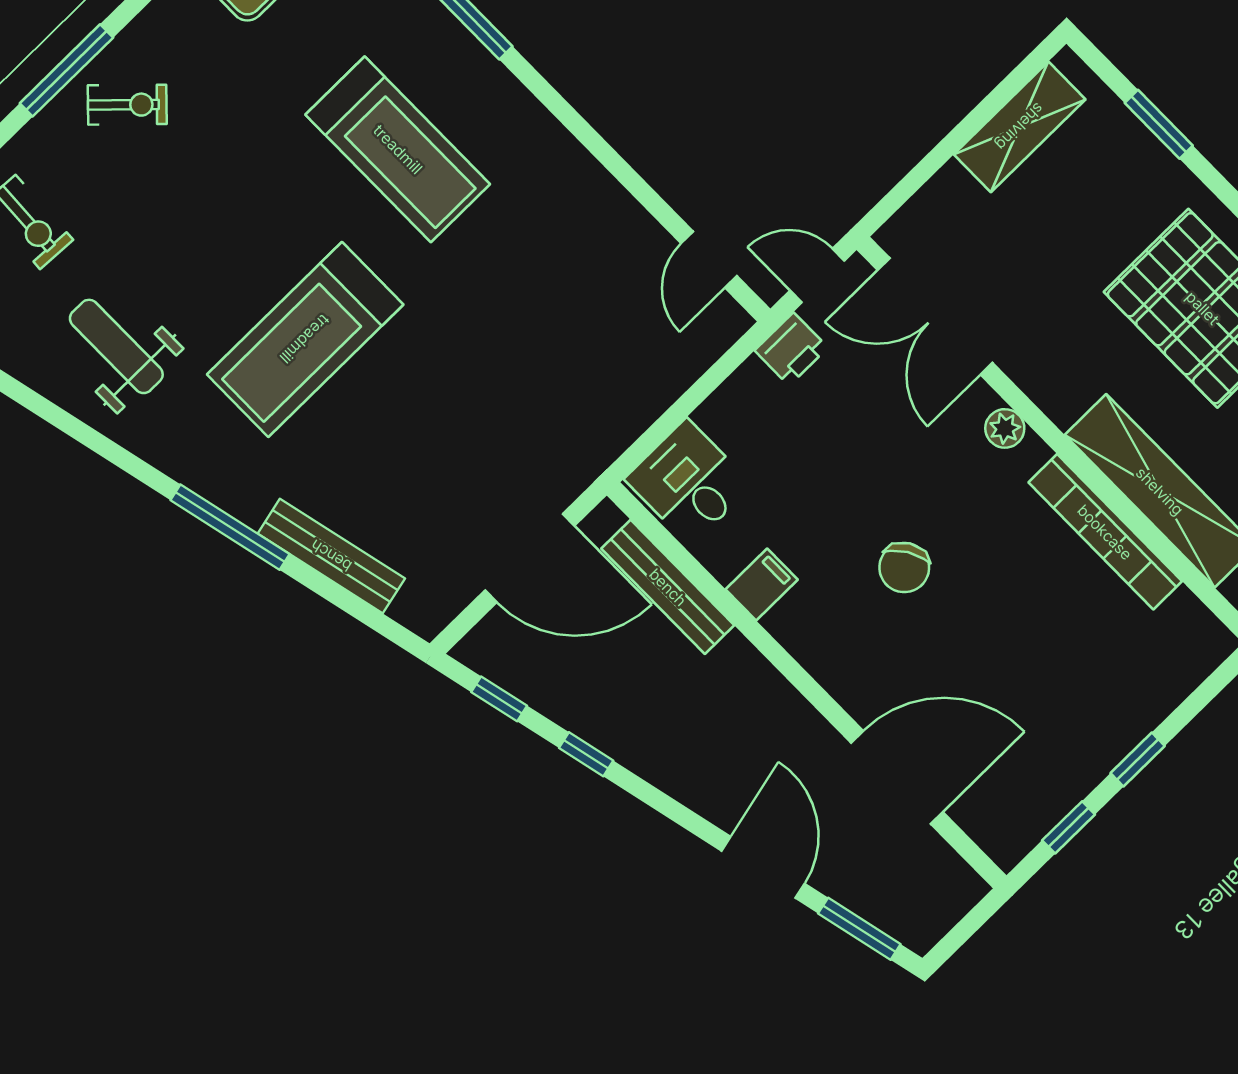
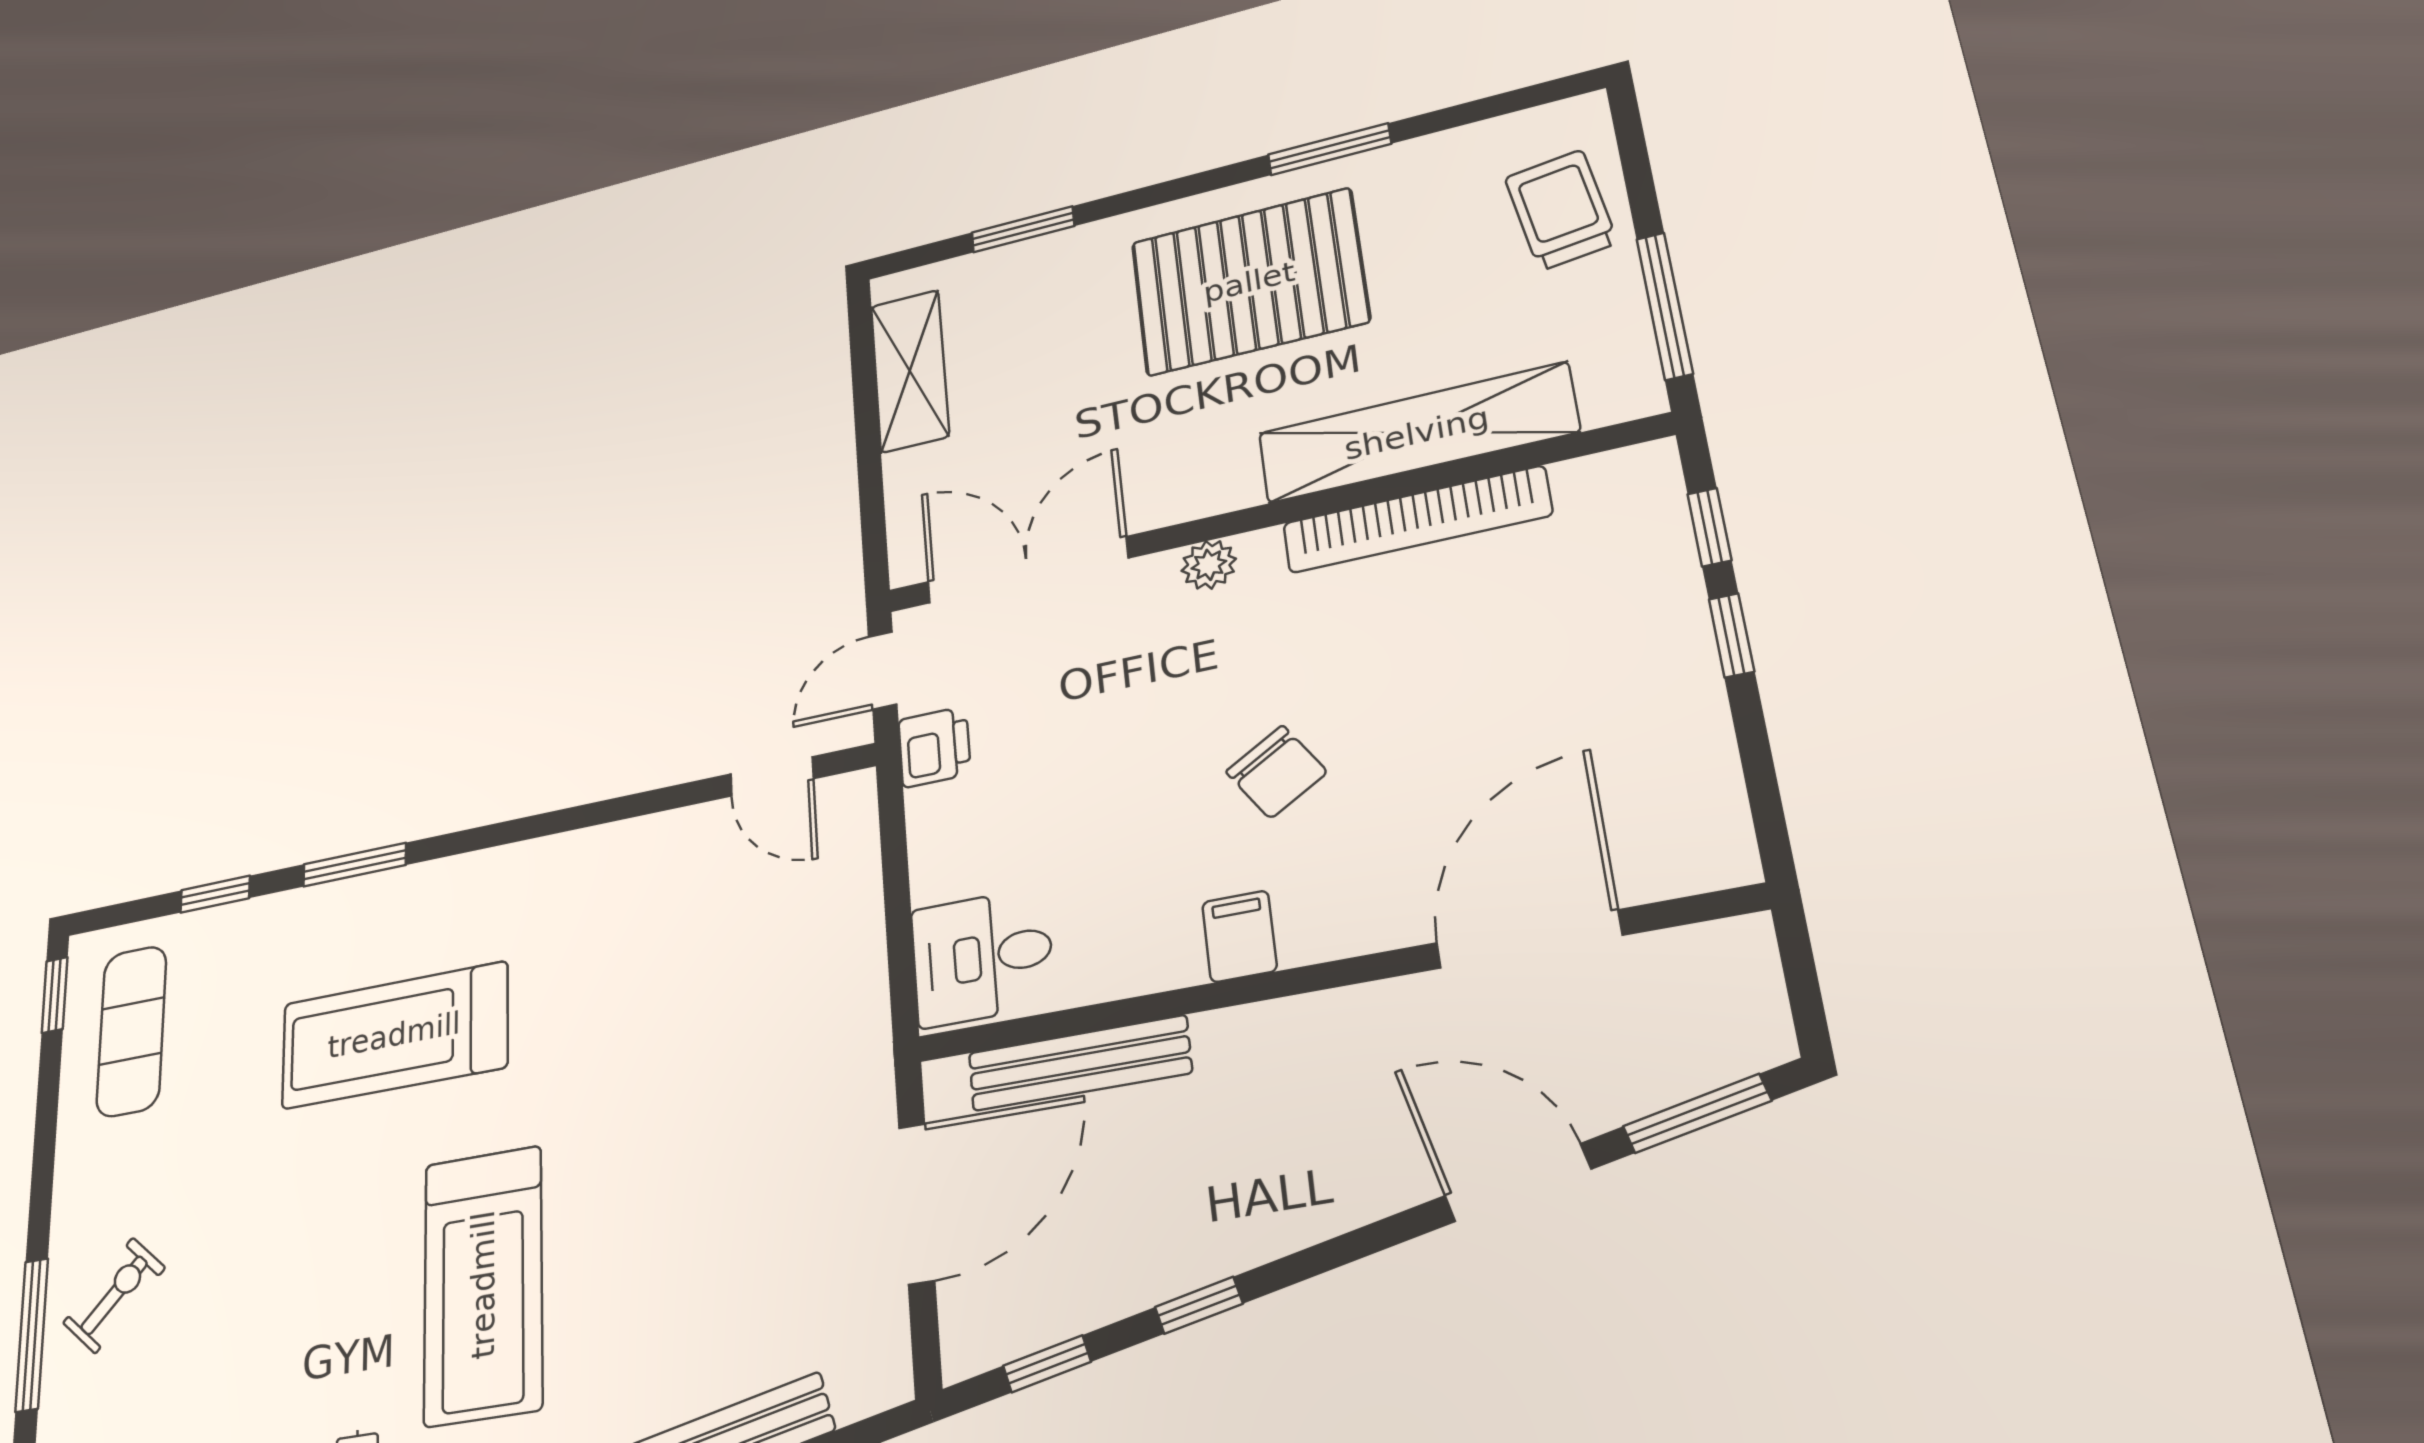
treadmill: (398, 149) -> (394, 1035), turned 180
double door: (935, 316) -> (1027, 570), swing flipped
filing cabinet: (762, 584) -> (1239, 936), moved
window: (1069, 827) -> (1710, 527), moved

